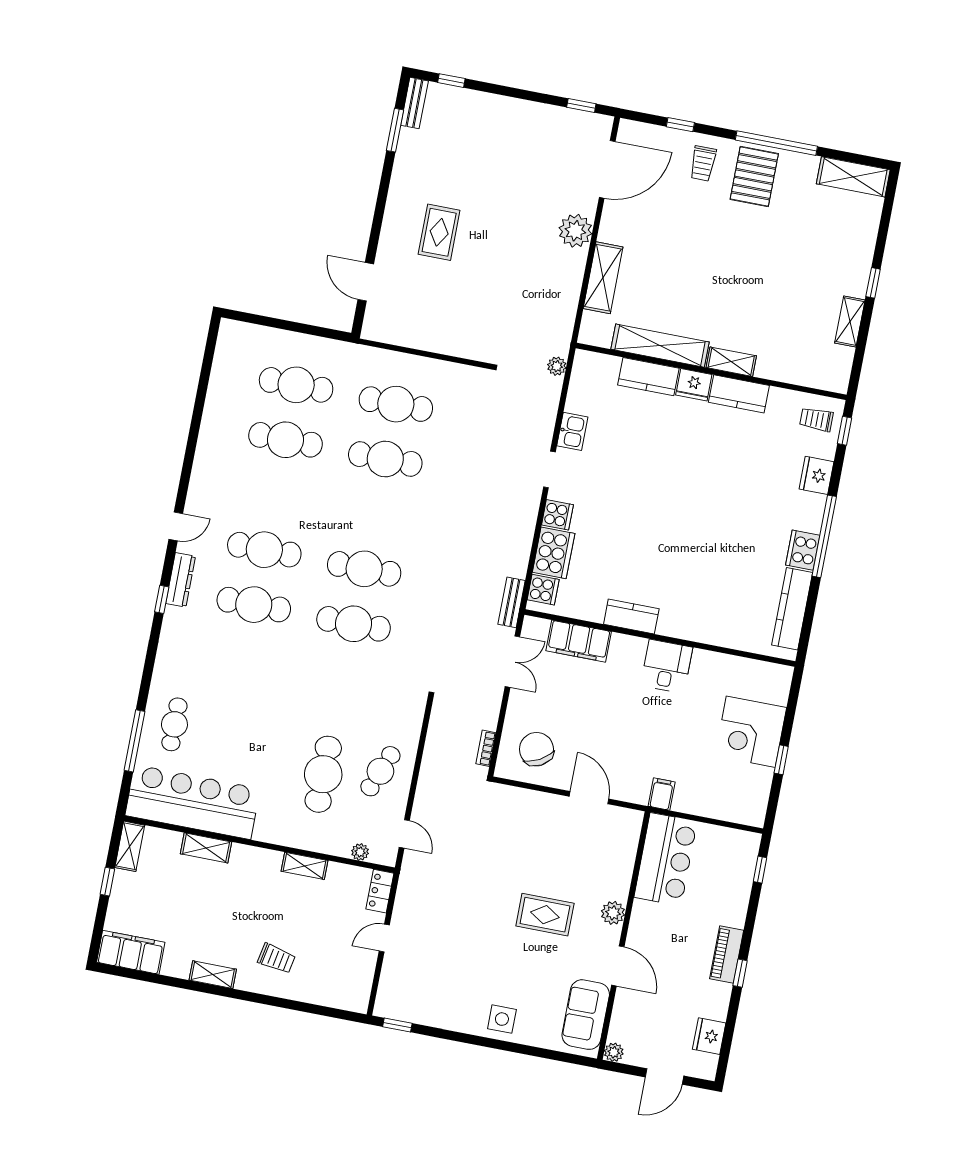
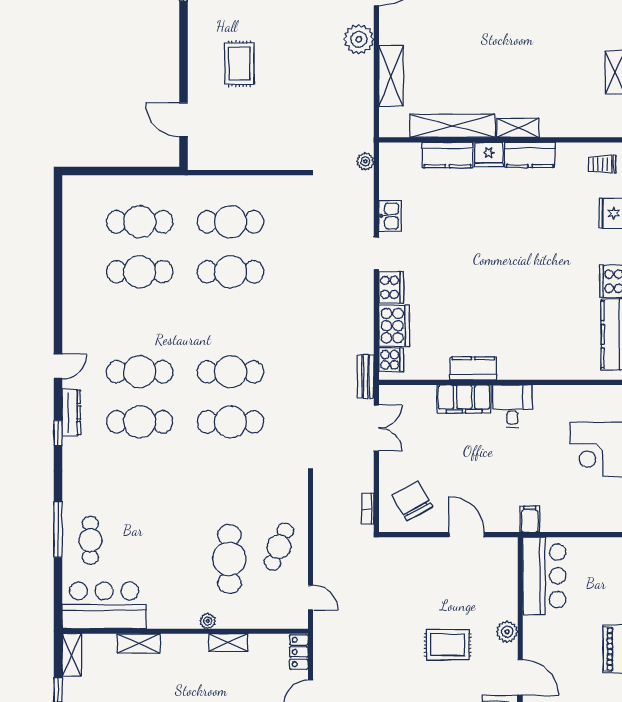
cooker: (557, 515) -> (391, 287), width x1.36
filing cabinet: (579, 641) -> (464, 399), moved
window: (134, 741) -> (58, 529), moved
bar counter: (193, 802) -> (104, 605), width x0.73
plant: (360, 852) -> (208, 621), moved

